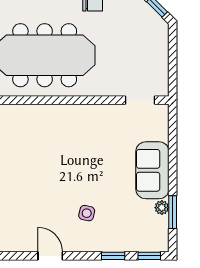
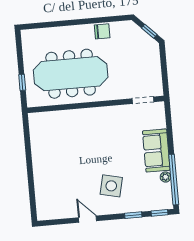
window: (173, 212) -> (174, 180), width x2.11
side table: (87, 213) -> (111, 186), width x1.87, depth x1.87

